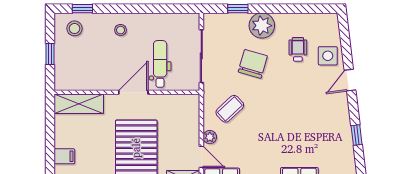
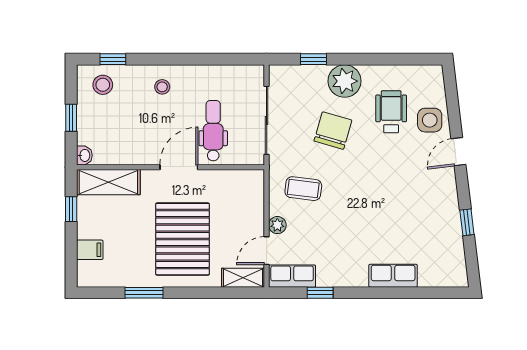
wheelchair: (298, 49) -> (391, 112), width x1.36, depth x1.37
washbasin: (60, 83) -> (84, 155), added
coffee table: (230, 109) -> (303, 189), turned 50
window: (50, 125) -> (71, 209), added
door: (201, 157) -> (267, 251), swing flipped

